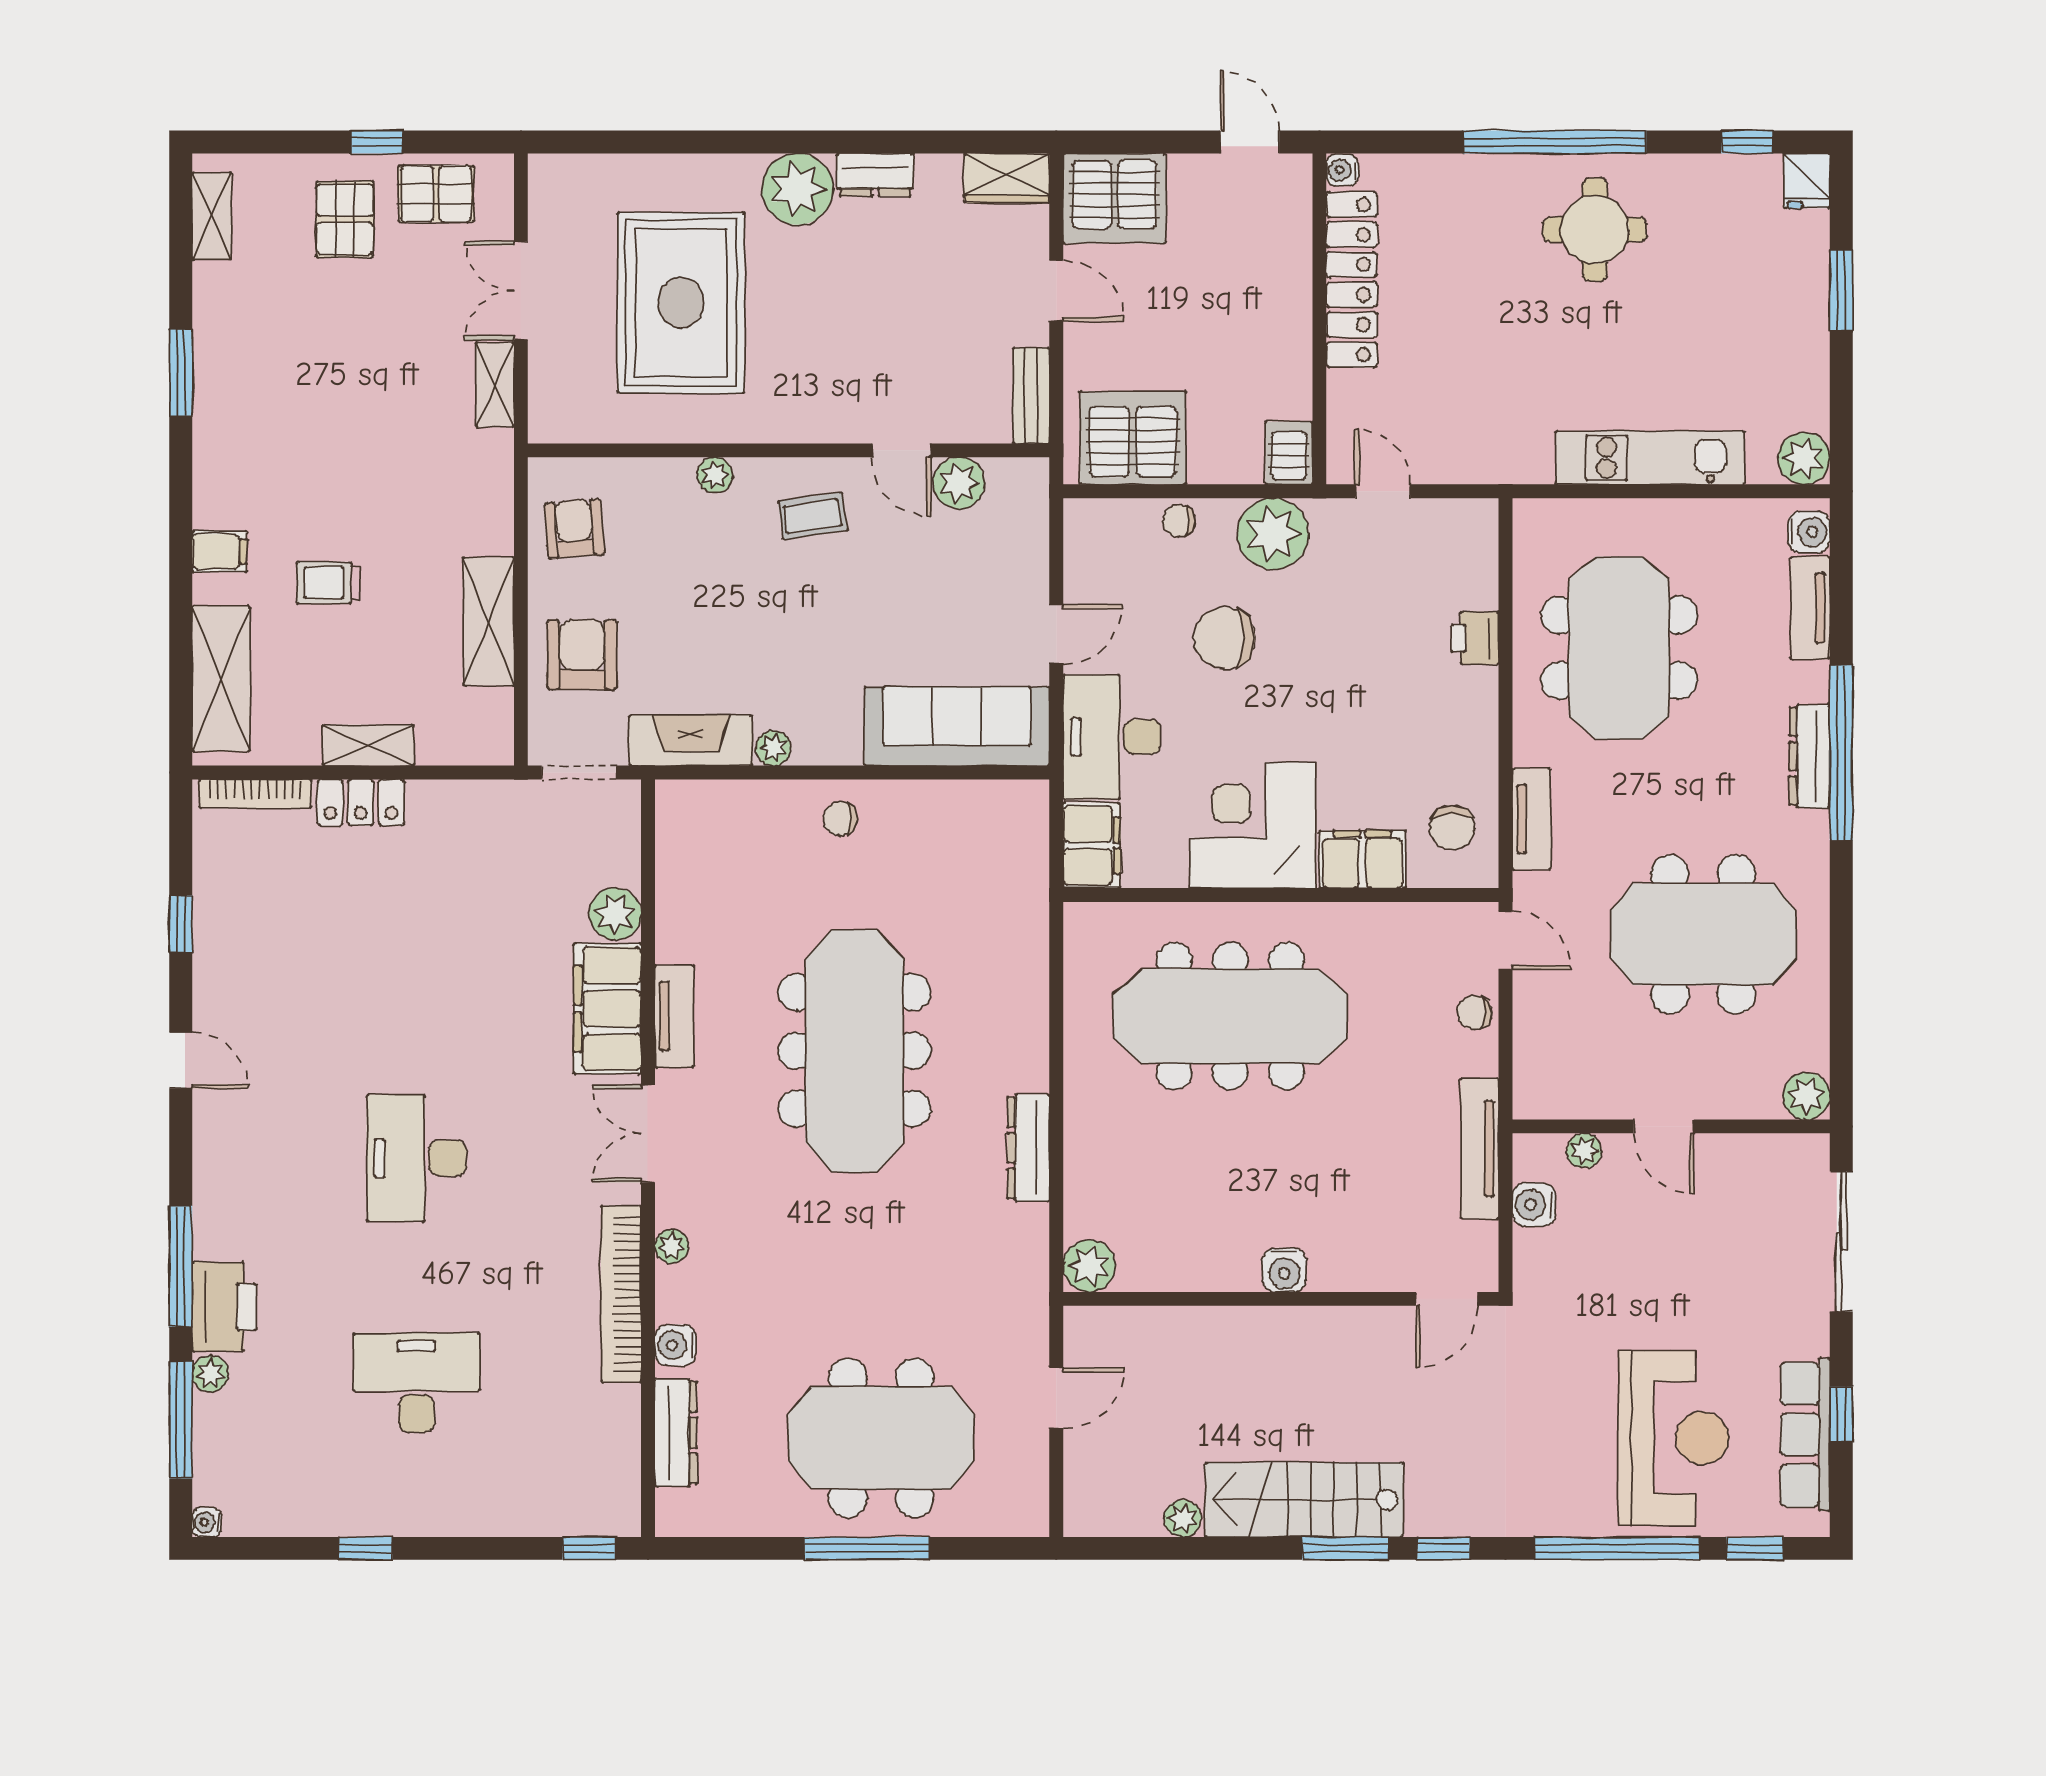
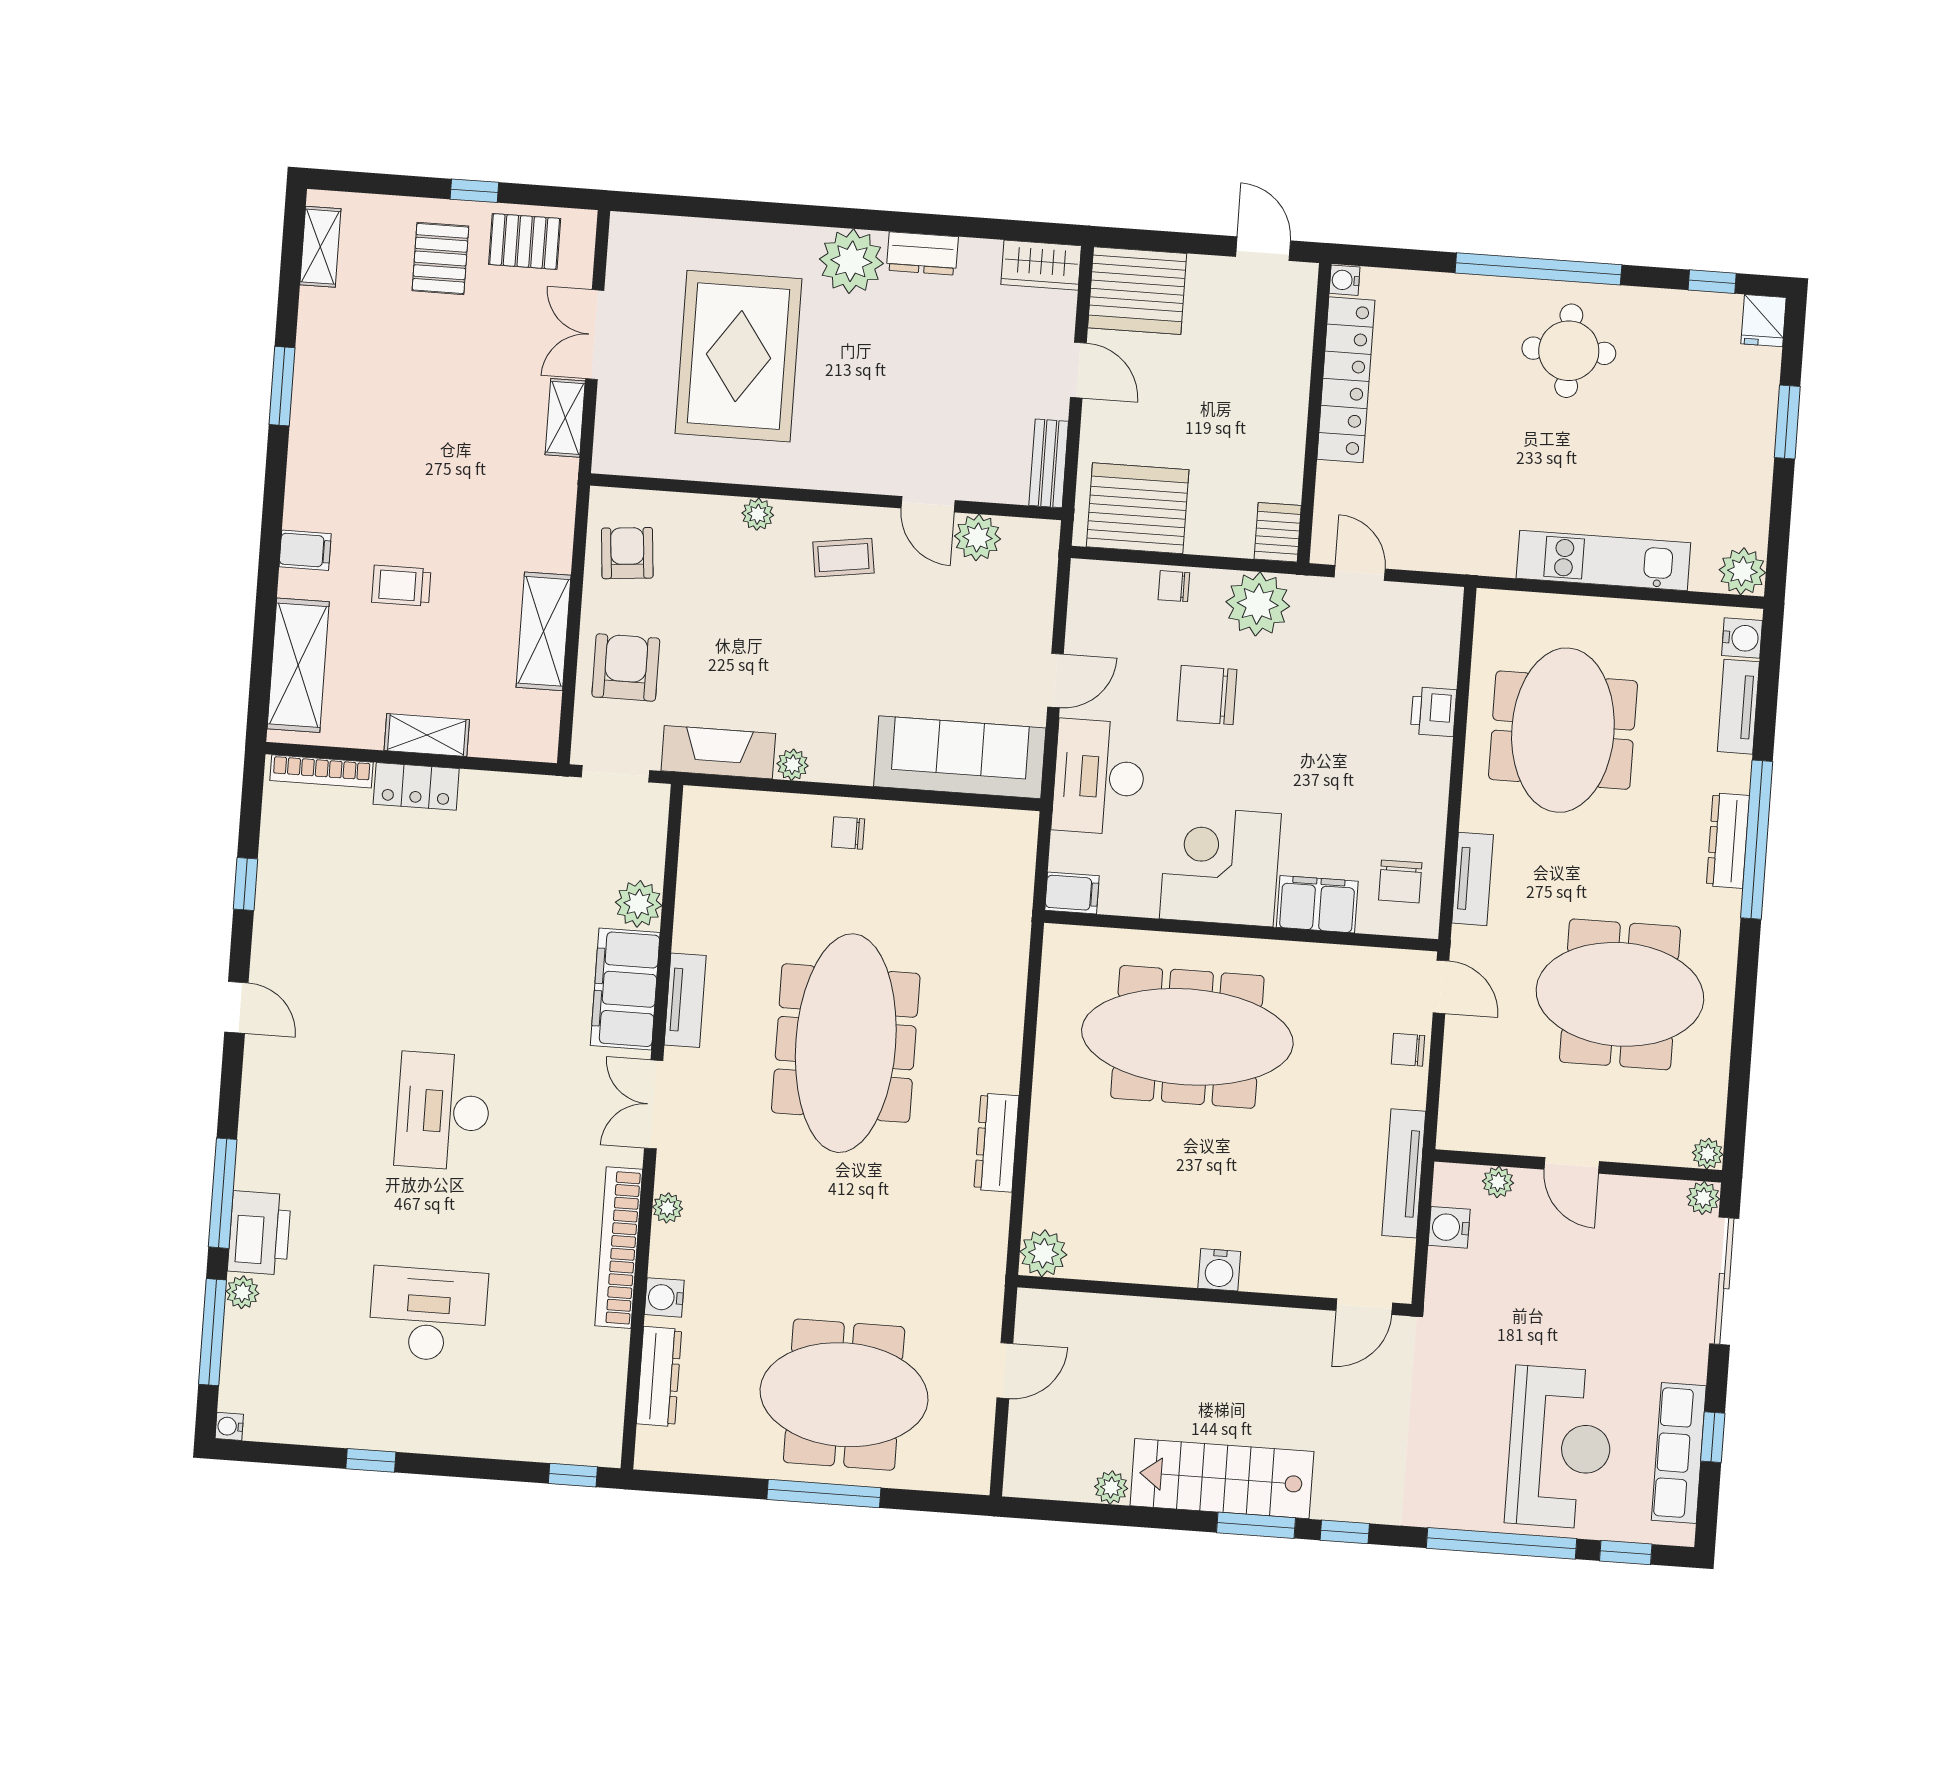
filing cabinet: (1092, 845) -> (1072, 893), width x0.50
plant: (1806, 1096) -> (1708, 1154), width x0.73, depth x0.73
plant: (1811, 1152) -> (1703, 1198), added

